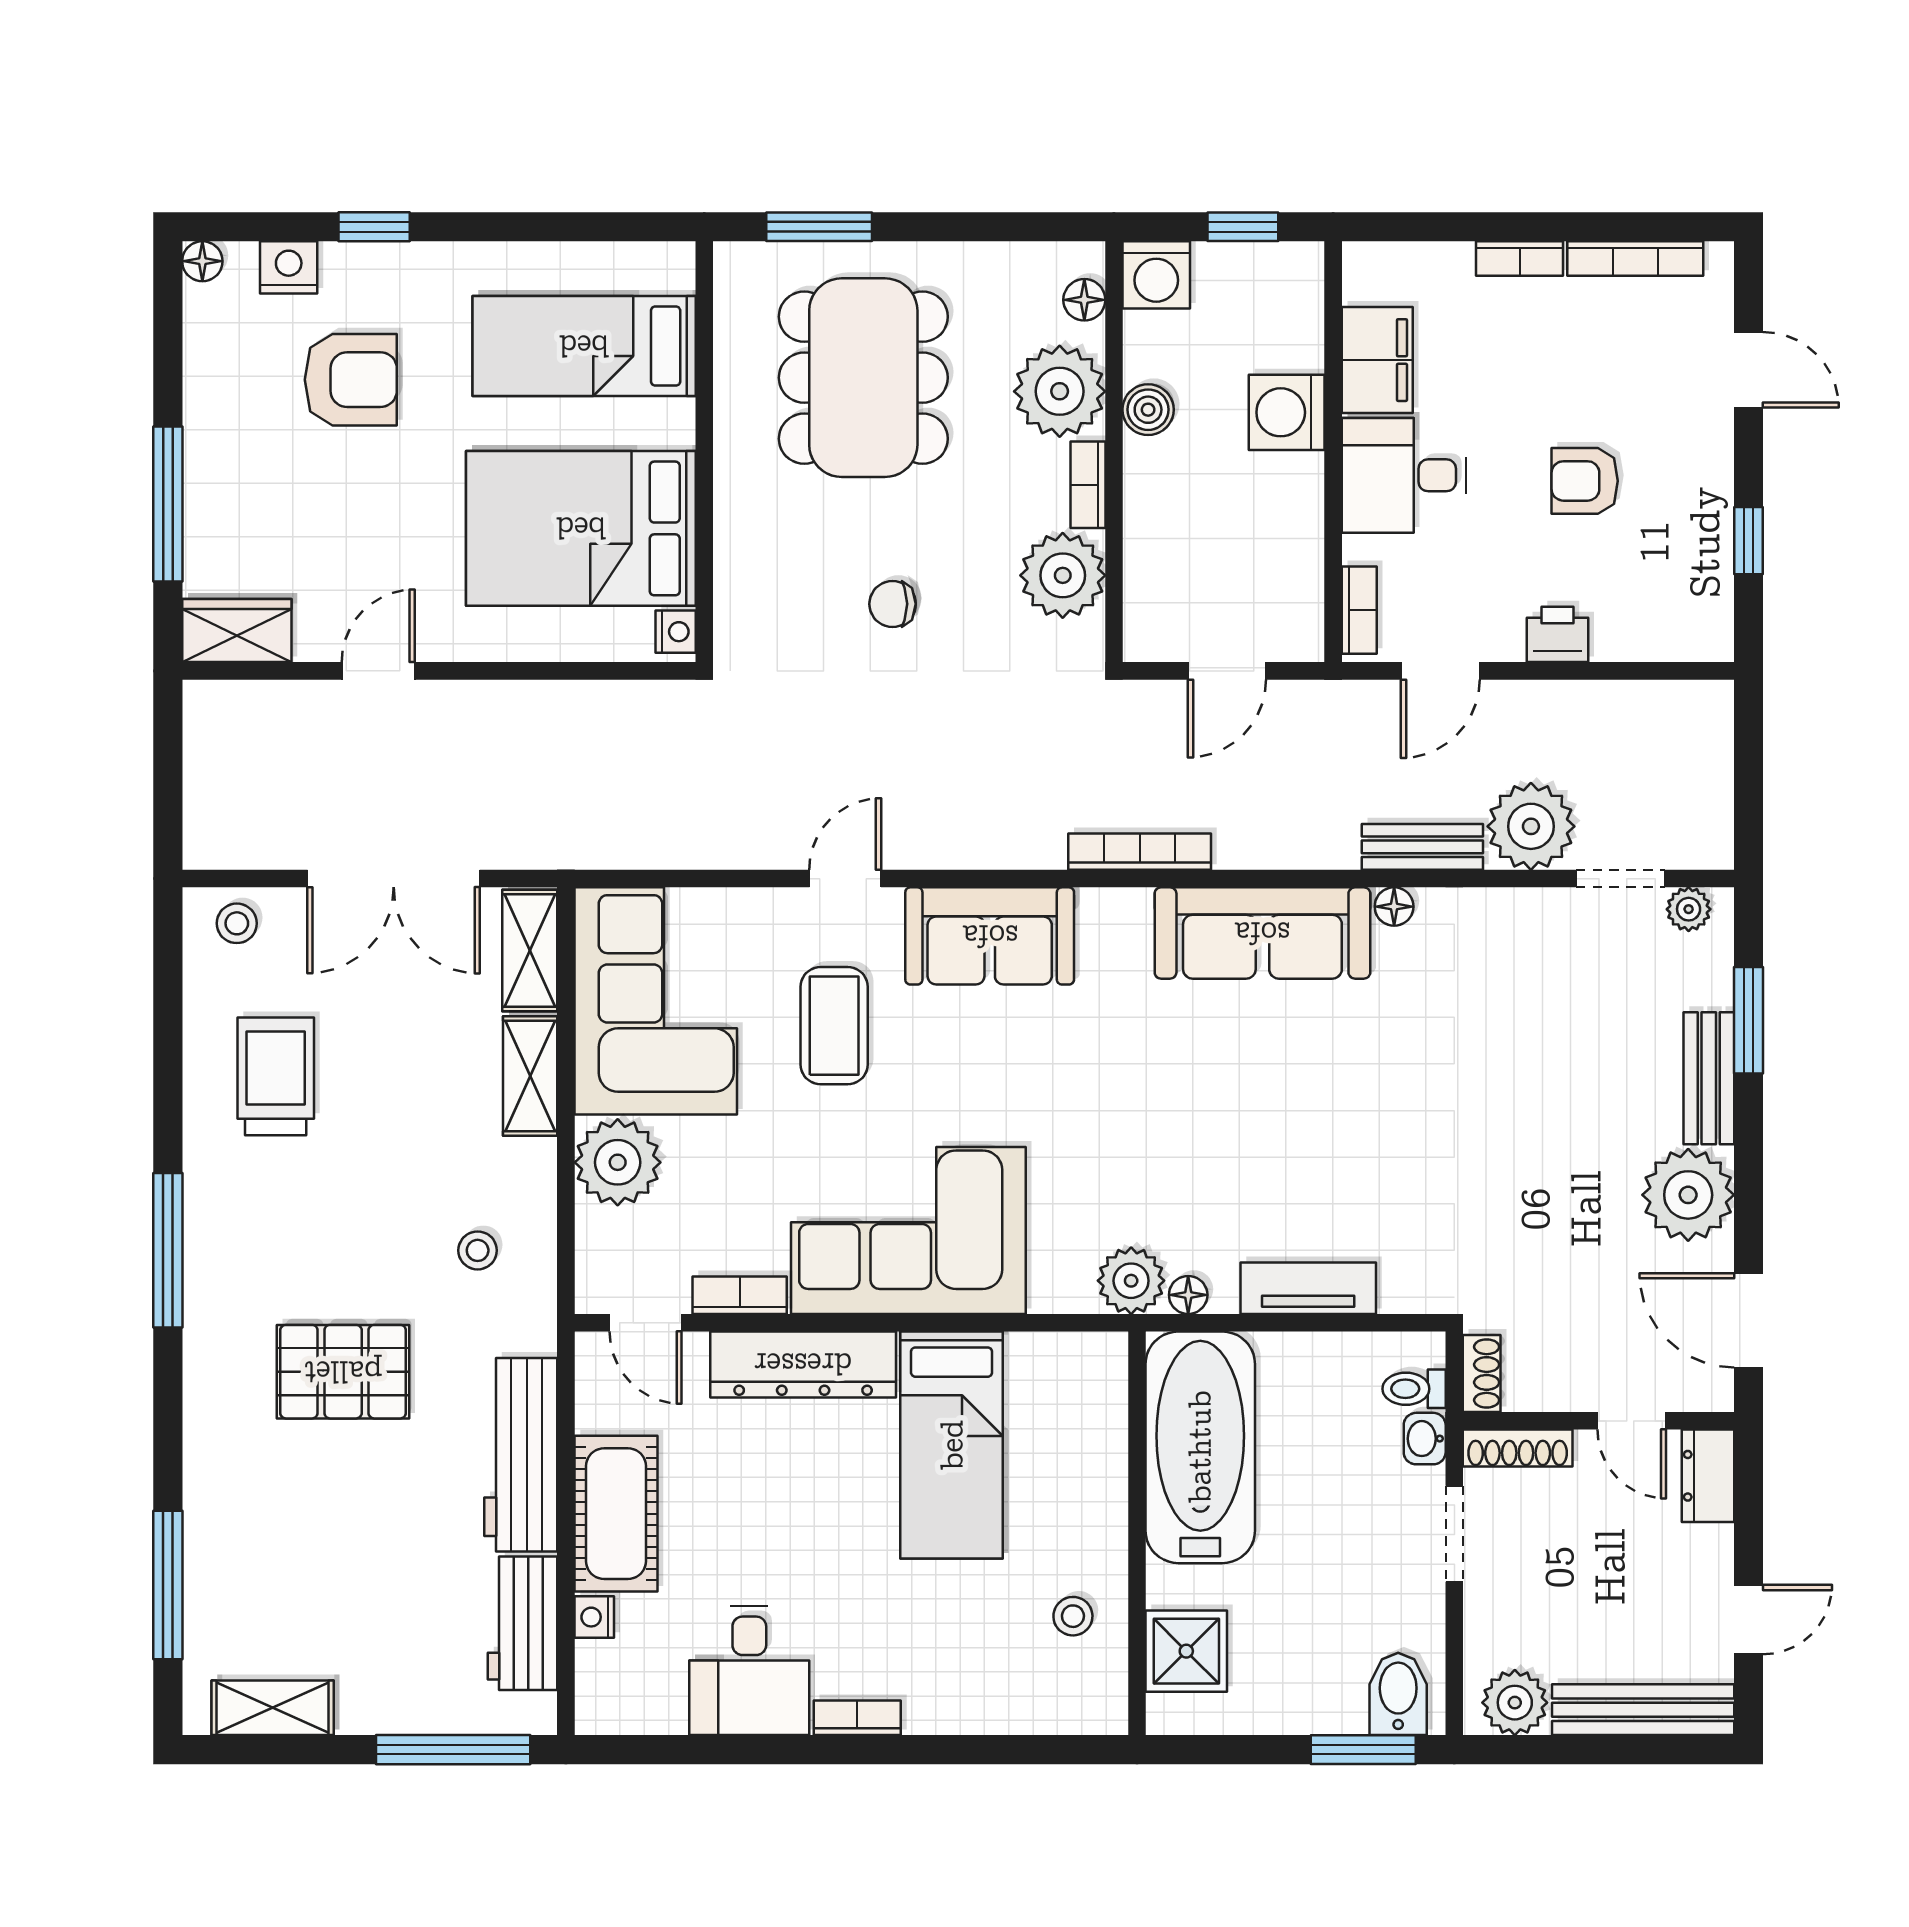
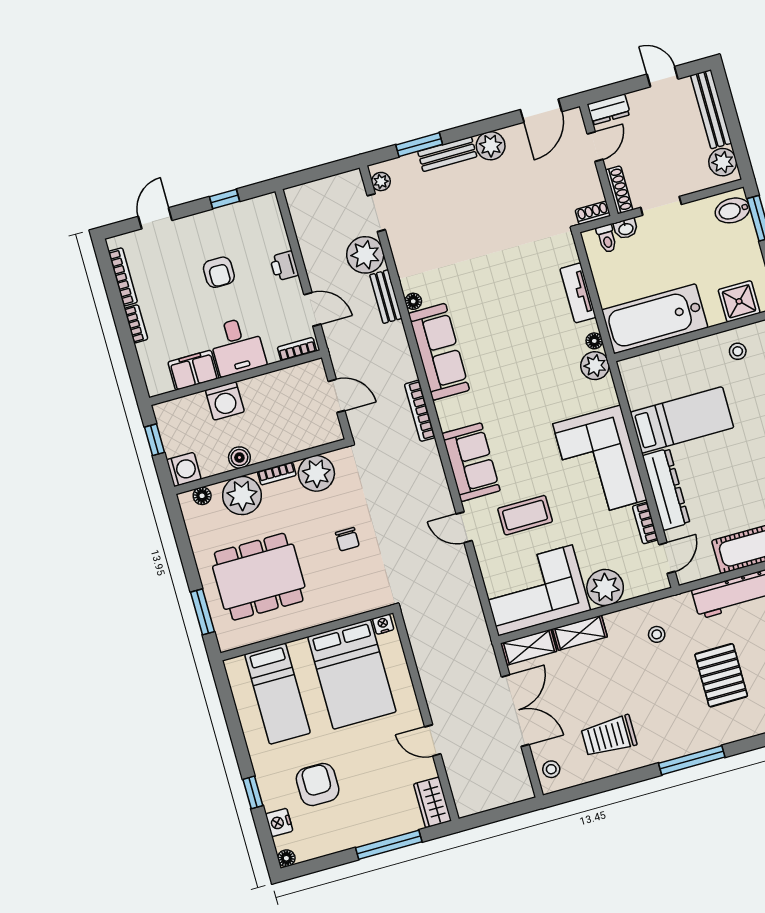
plant: (1688, 1195) -> (491, 146), width x0.73, depth x0.73

